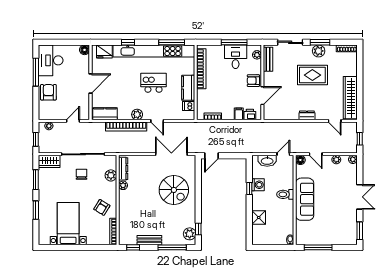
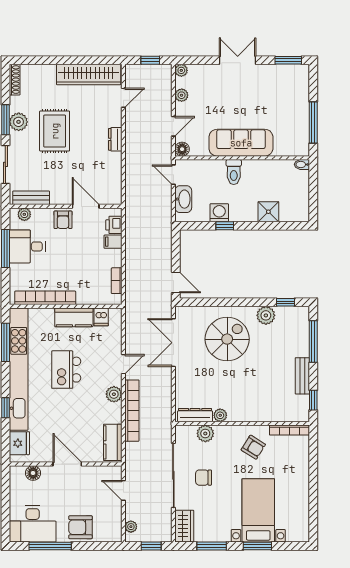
floor lamp: (85, 50) -> (33, 473), moved
bed with nightstands: (68, 224) -> (258, 510), moved, turned 90
plant: (190, 234) -> (266, 315), moved

